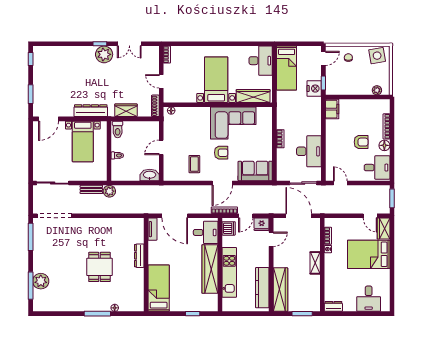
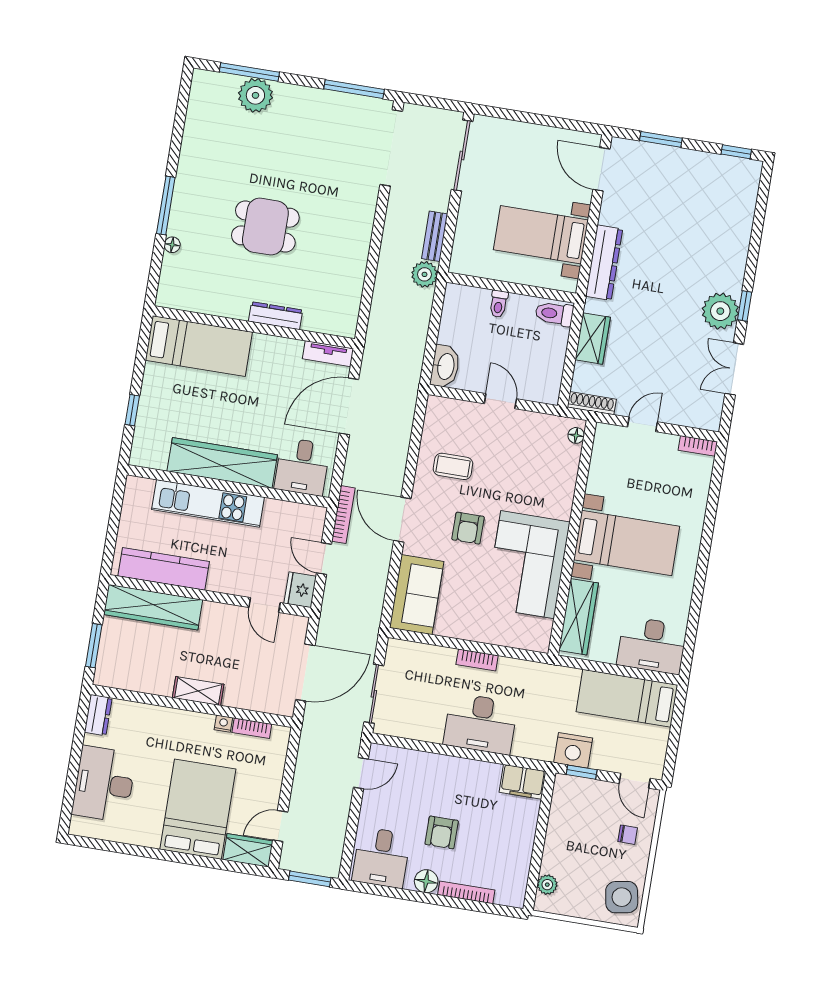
desk: (309, 151) -> (480, 724), moved
dishwasher: (229, 228) -> (303, 517), removed
desk: (369, 299) -> (104, 784), width x1.37

